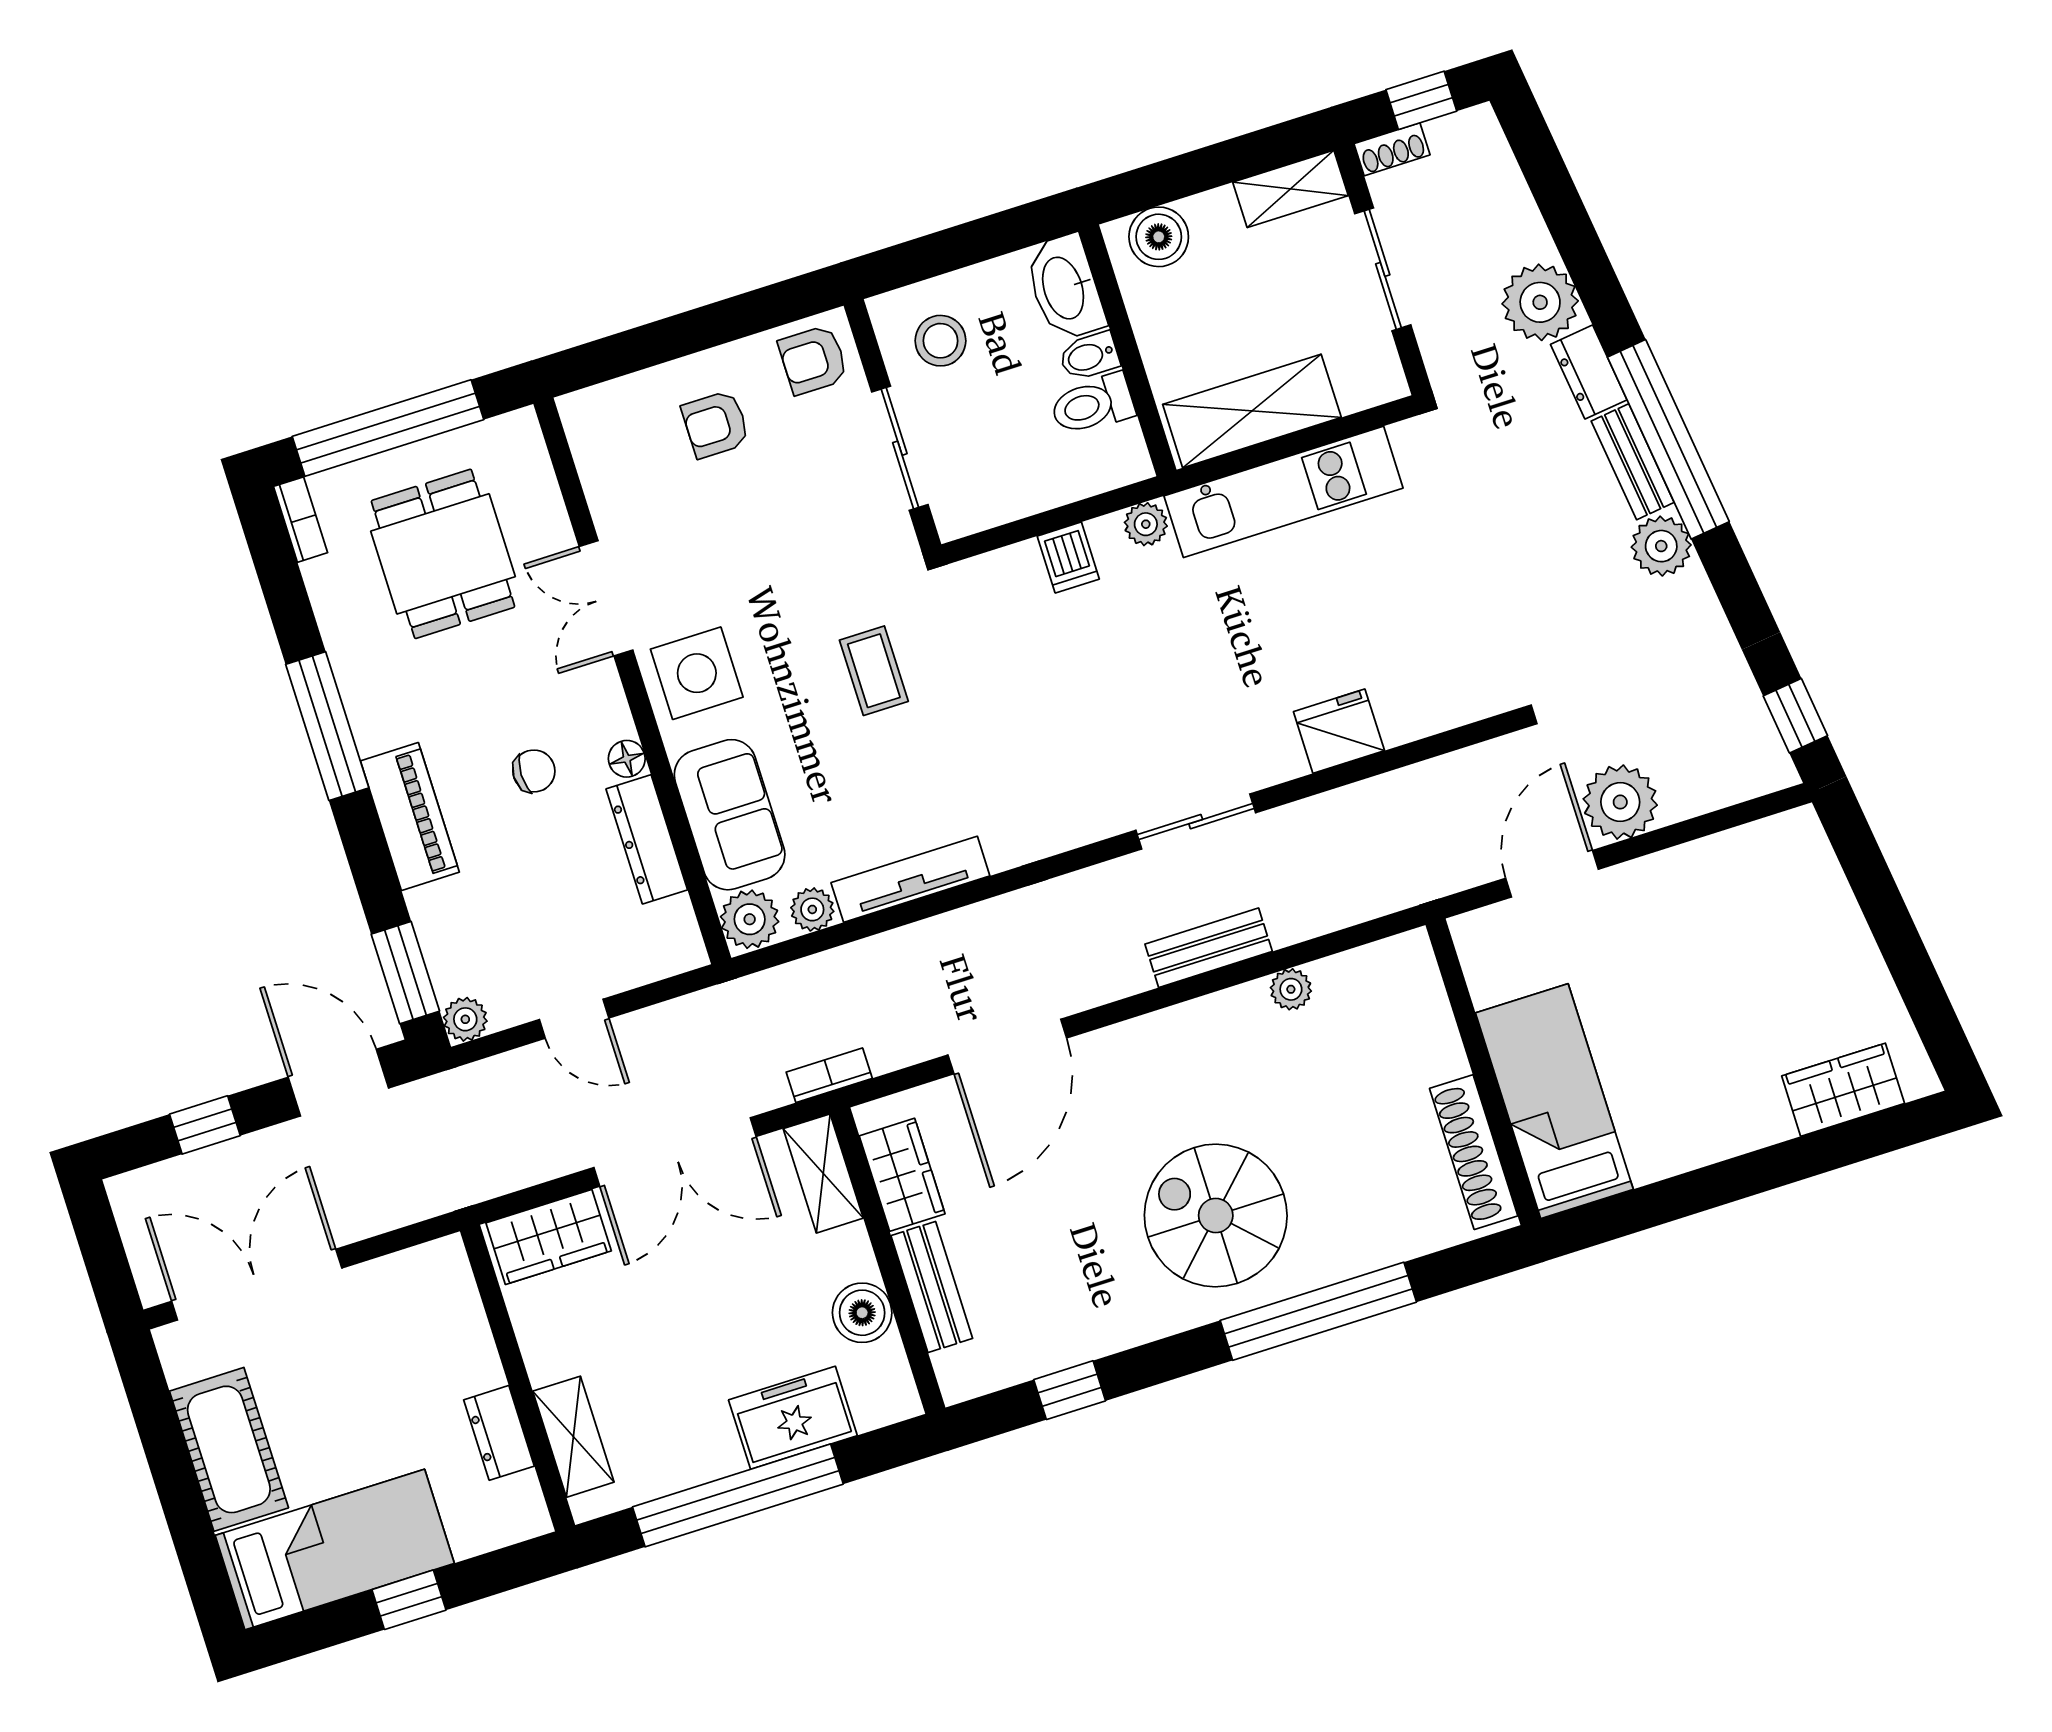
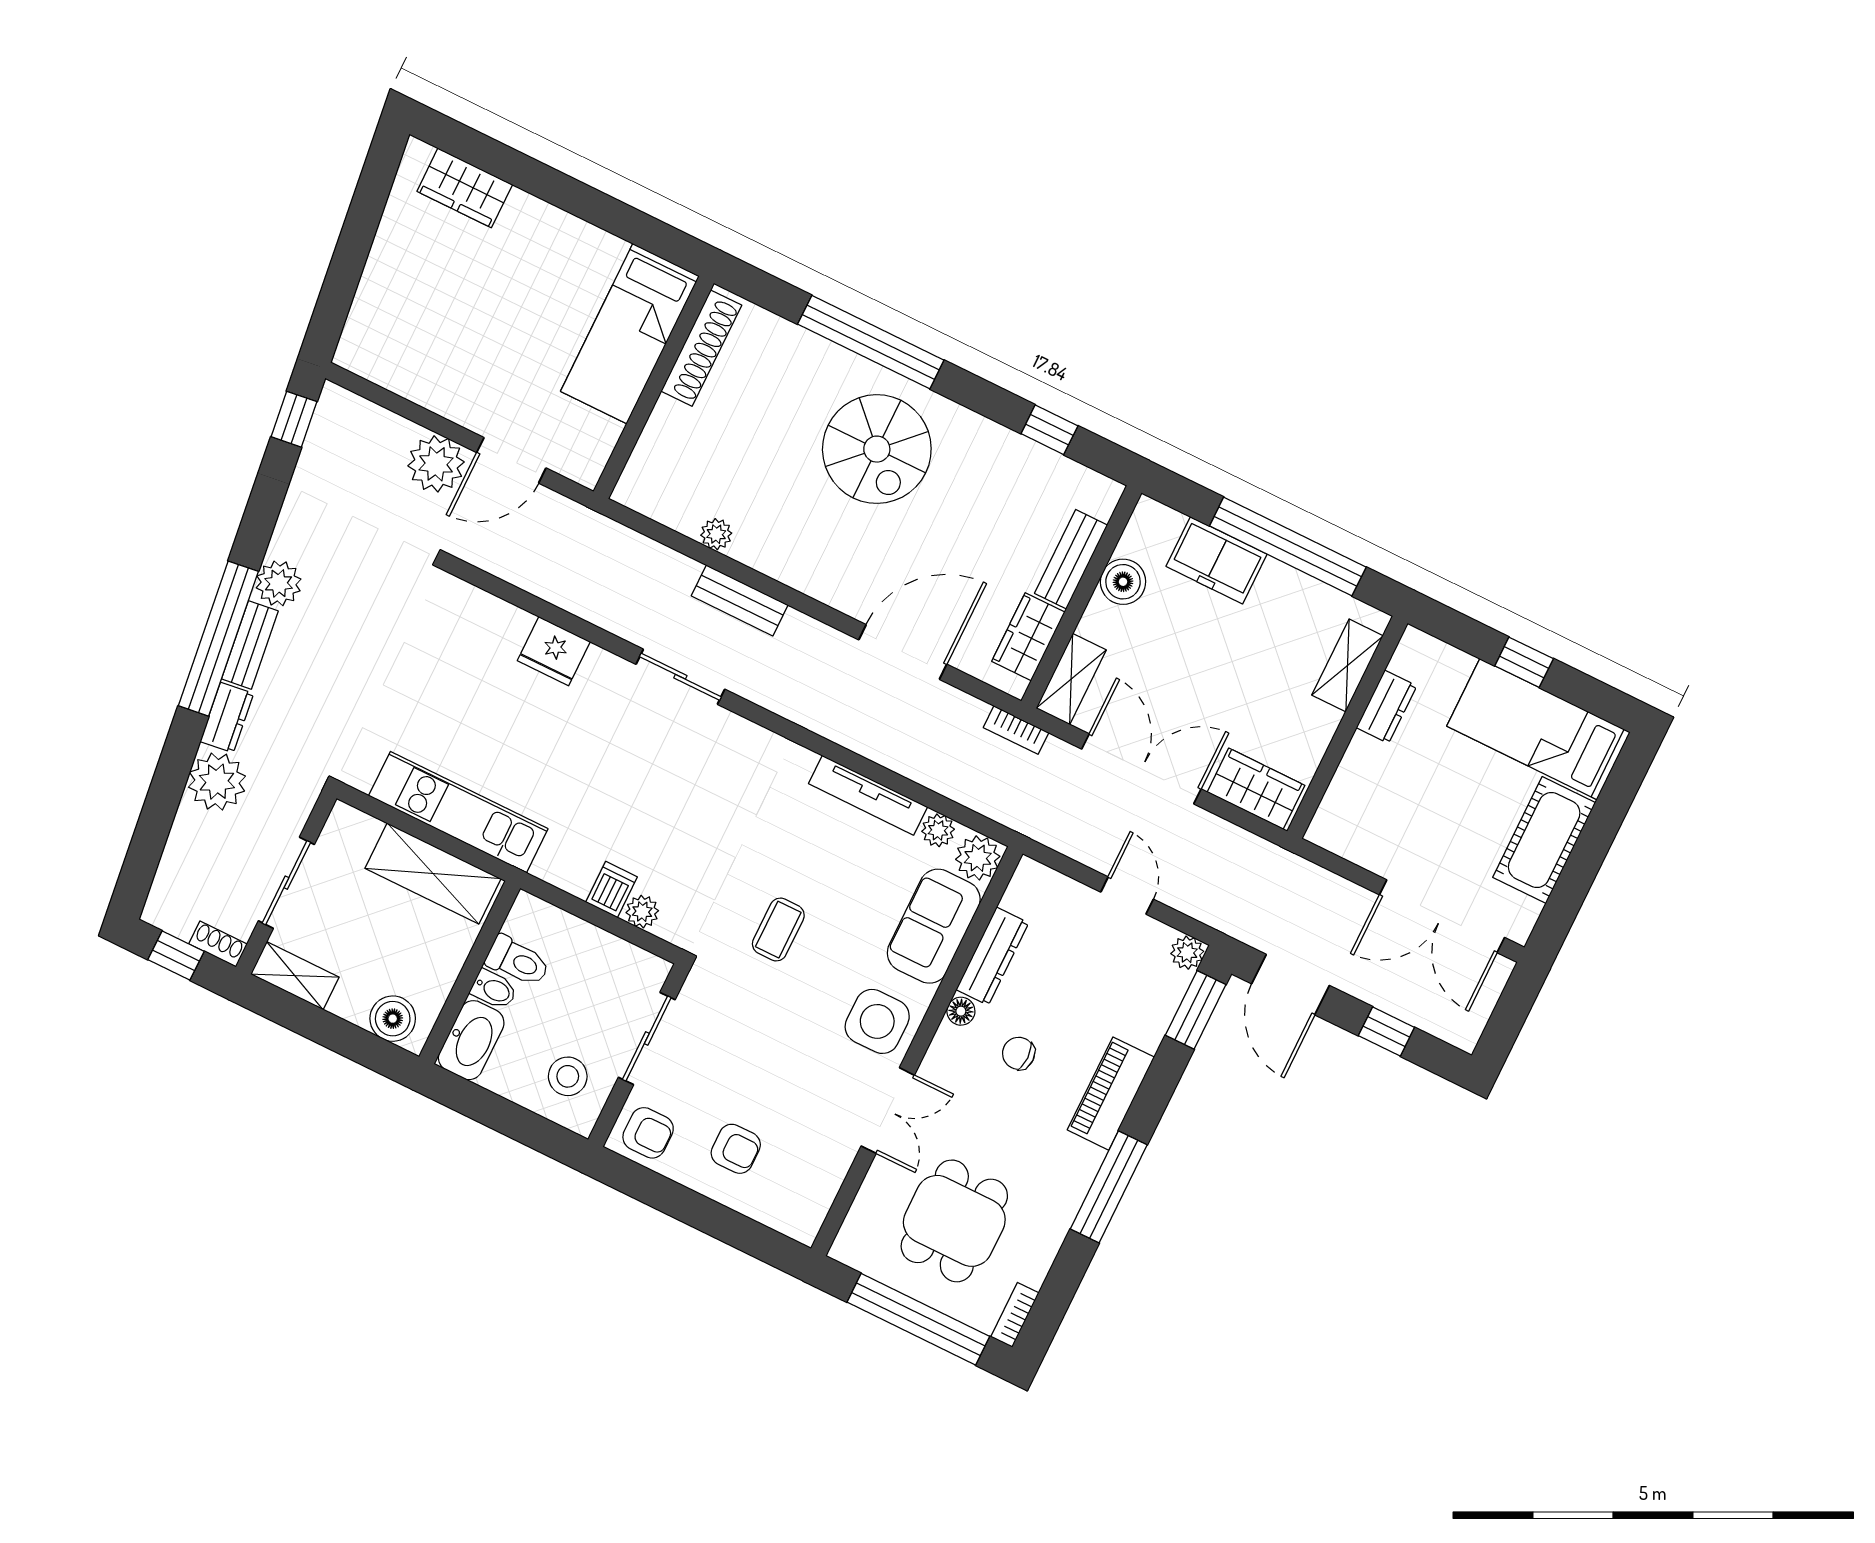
plant: (1146, 524) -> (642, 912), moved

